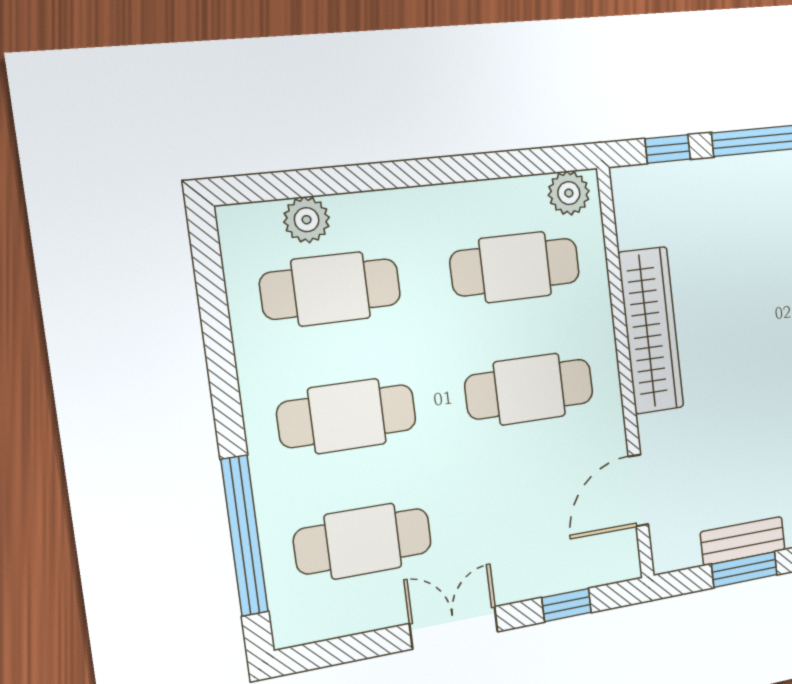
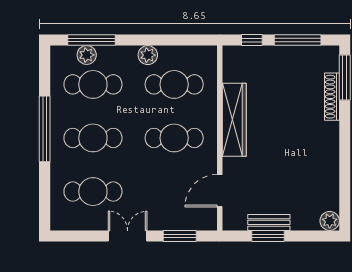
window: (314, 182) -> (92, 40), added
plant: (569, 193) -> (148, 55), moved
window: (244, 536) -> (45, 129), moved
window: (567, 605) -> (180, 236), width x1.50

